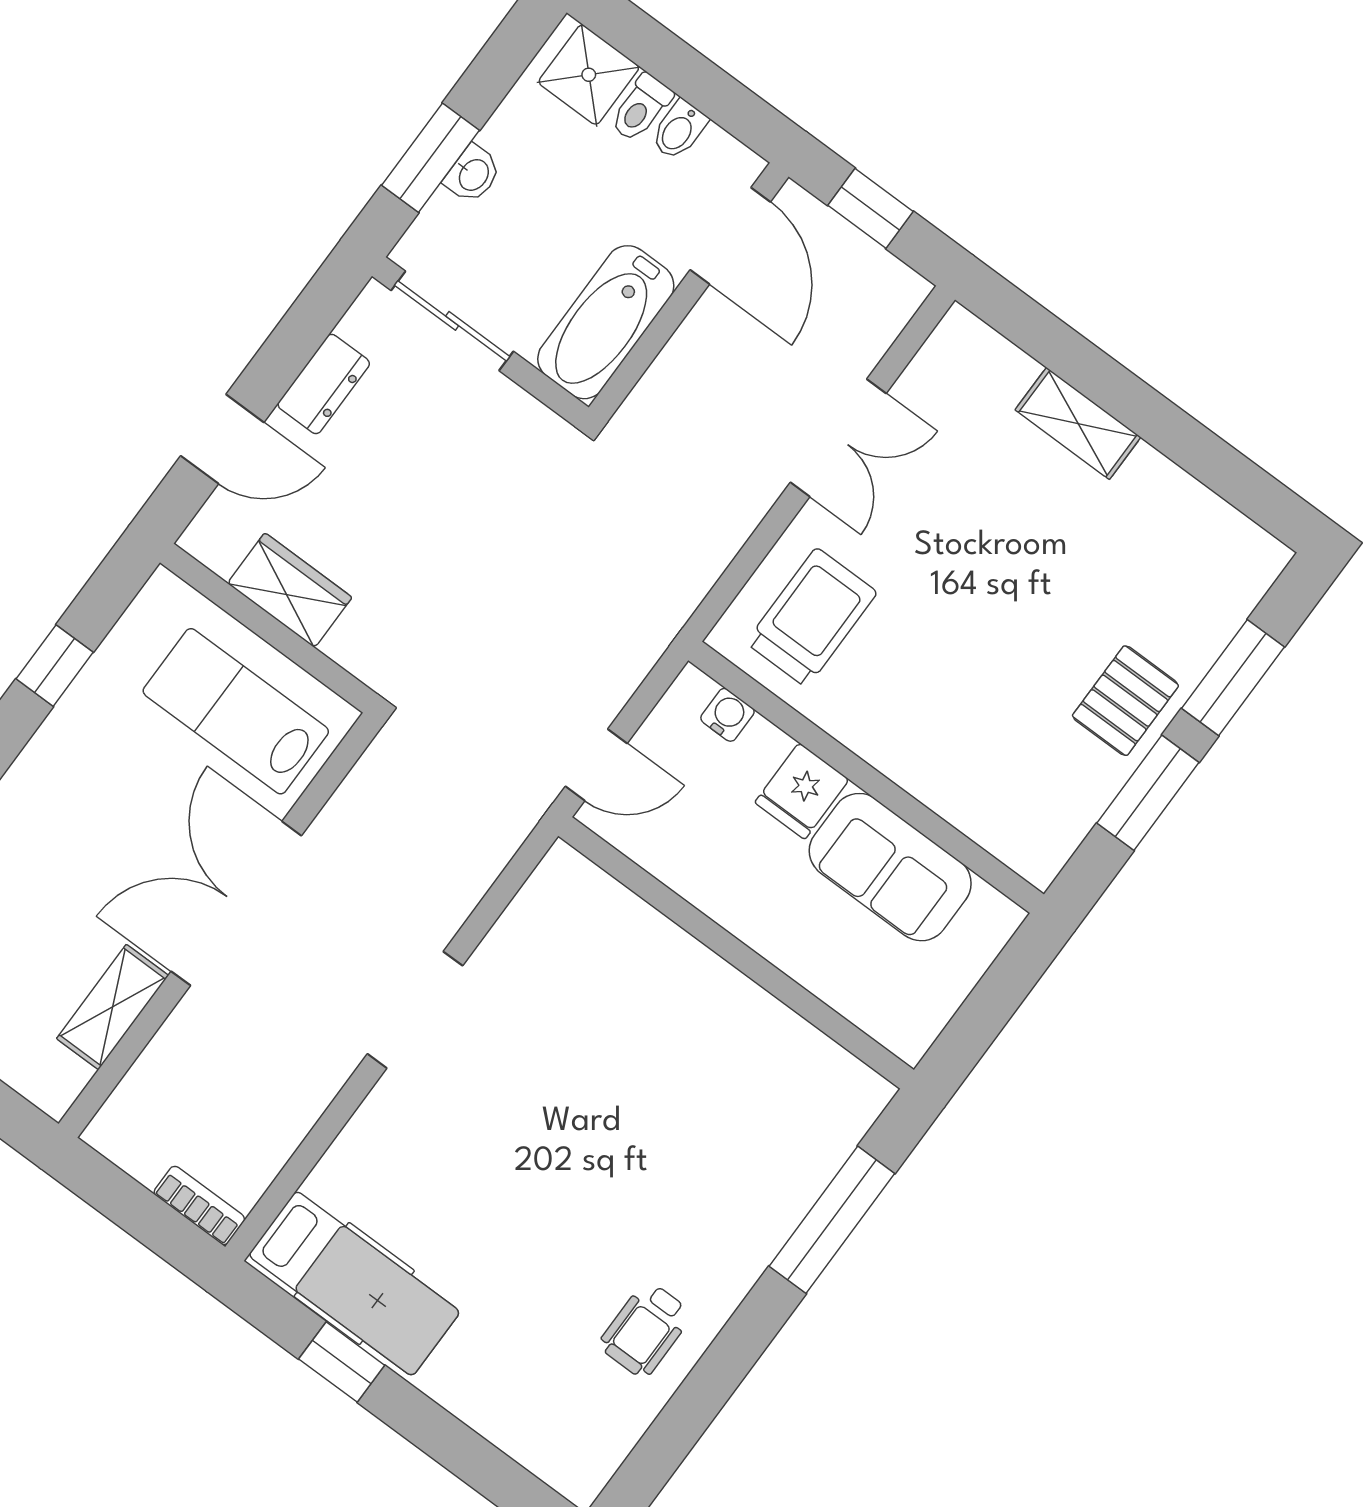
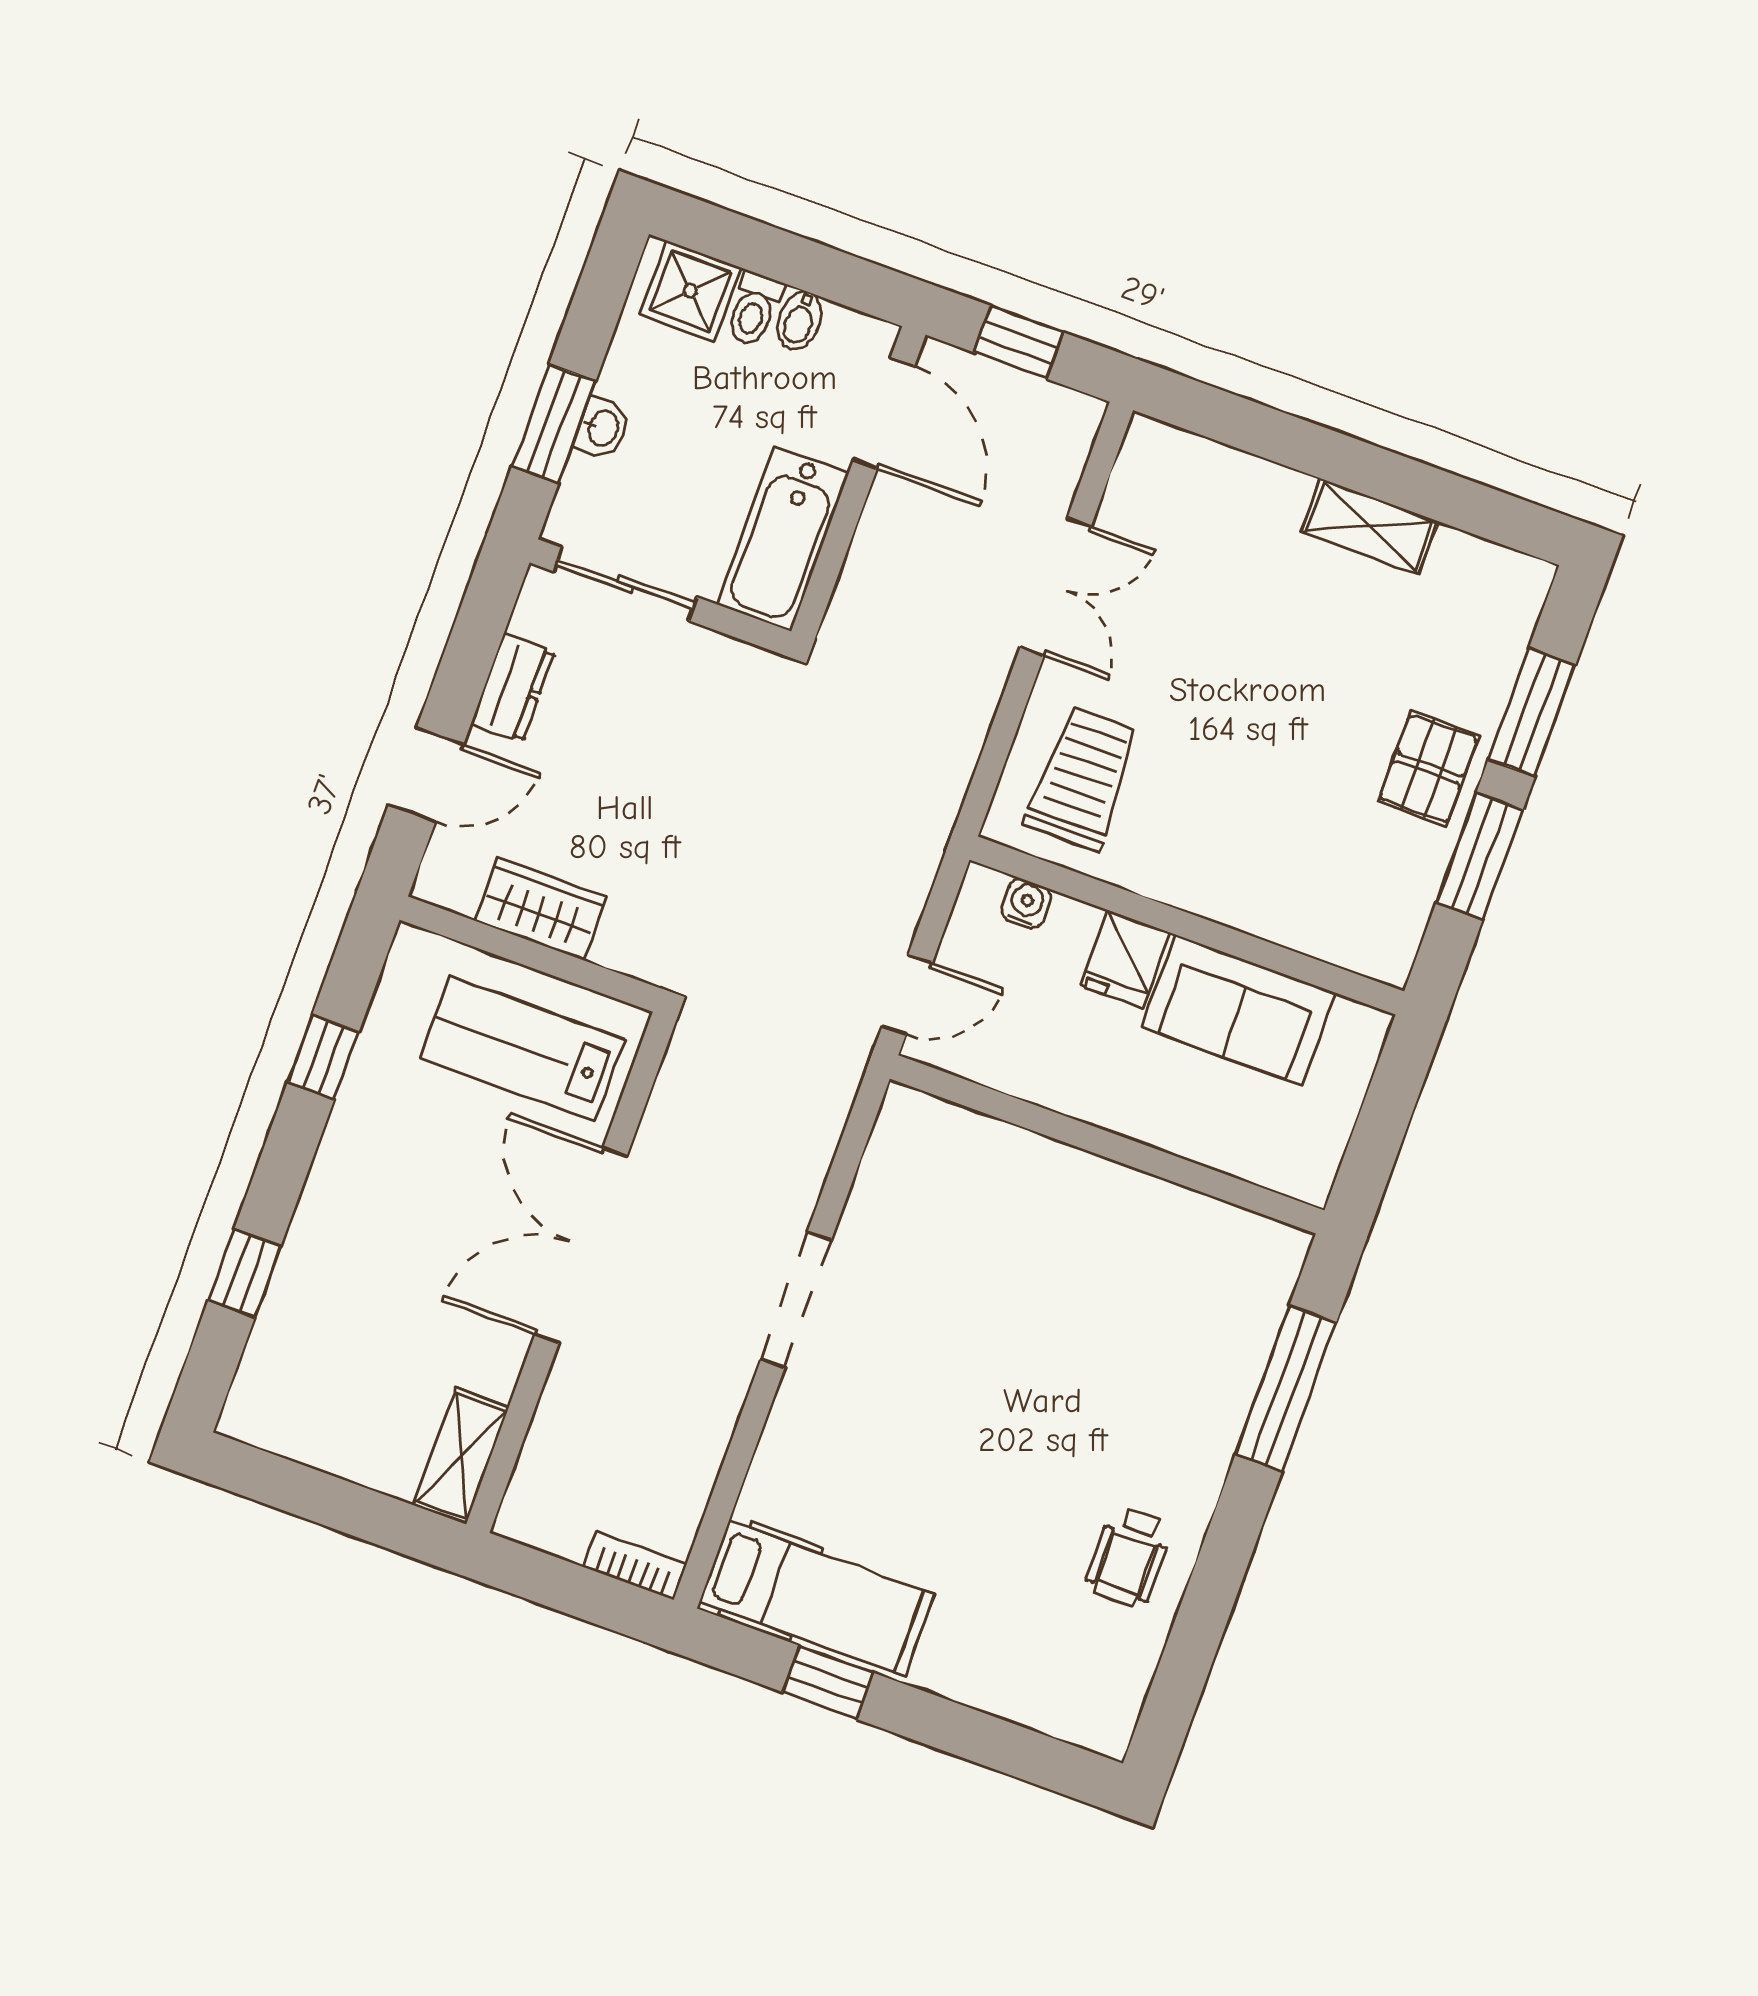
shelving: (1078, 423) -> (1370, 526), moved
shelving: (112, 1007) -> (461, 1456), moved

